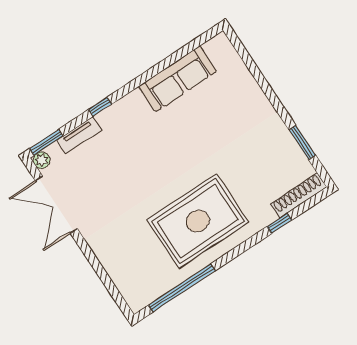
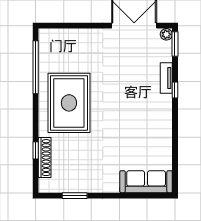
sofa: (178, 79) -> (146, 182), moved, turned 90
tv unit: (80, 135) -> (166, 78), moved
shoe rack: (299, 195) -> (45, 158), moved

